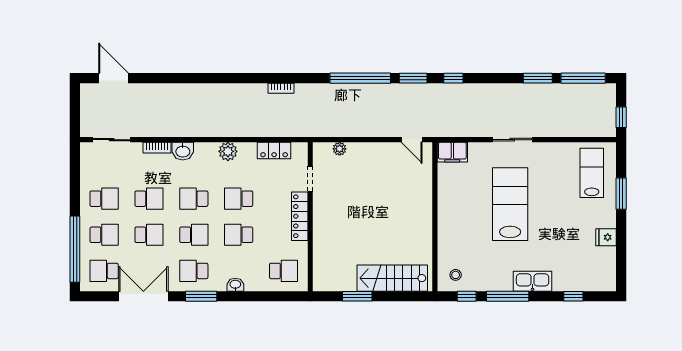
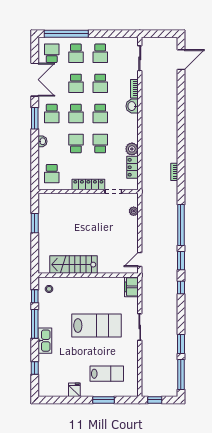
plant: (228, 151) -> (132, 149), moved
lab bench: (592, 173) -> (107, 374), moved
school desk: (194, 199) -> (100, 113), turned 180
school desk: (194, 271) -> (52, 113), turned 180
stairs: (392, 278) -> (73, 265), moved, turned -90

